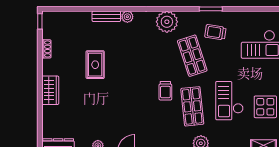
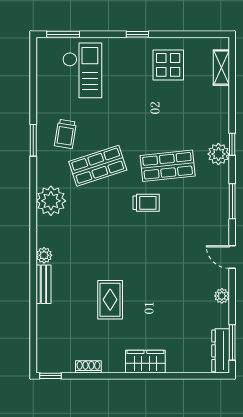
rug: (95, 65) -> (110, 300), turned 90
checkout: (229, 101) -> (160, 115), removed

